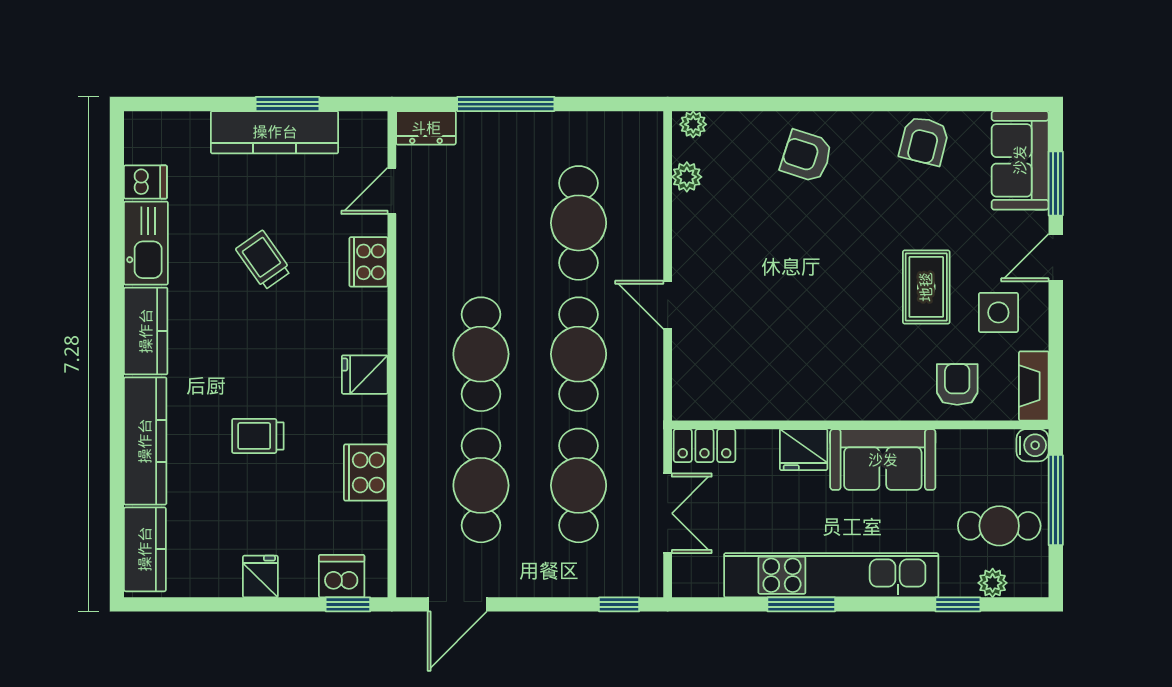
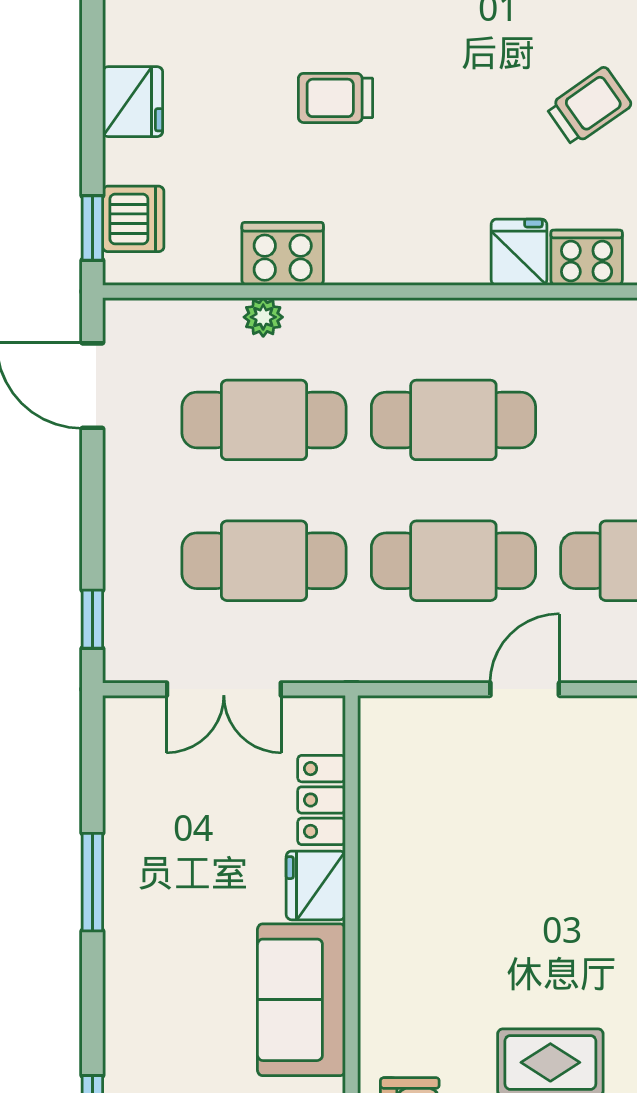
fridge: (365, 375) -> (519, 252), moved
trolley: (258, 436) -> (335, 98), turned -90
locker: (704, 446) -> (321, 800), moved
plant: (410, 486) -> (263, 317), added
kitchen unit: (831, 575) -> (134, 925), removed
fridge: (260, 577) -> (133, 102), width x1.38

